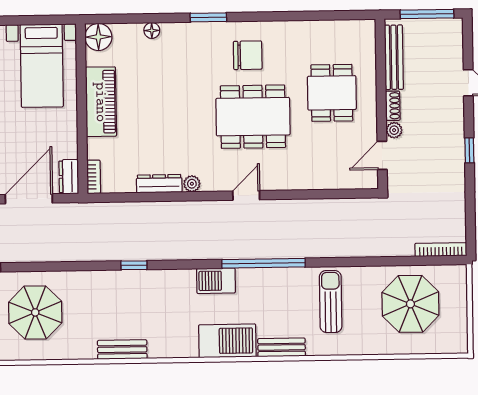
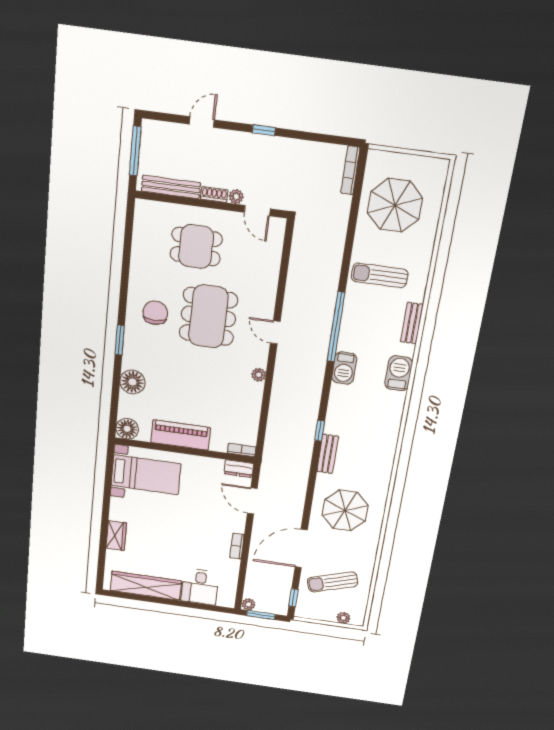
floor lamp: (152, 30) -> (132, 382), width x1.89, depth x1.89
dresser: (159, 184) -> (255, 401), removed
door: (29, 199) -> (252, 501), width x0.73
barbecue: (227, 341) -> (399, 373), width x0.73, depth x0.83
bench: (122, 350) -> (328, 454), moved

